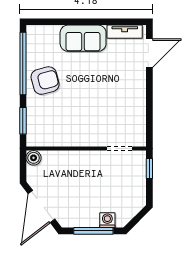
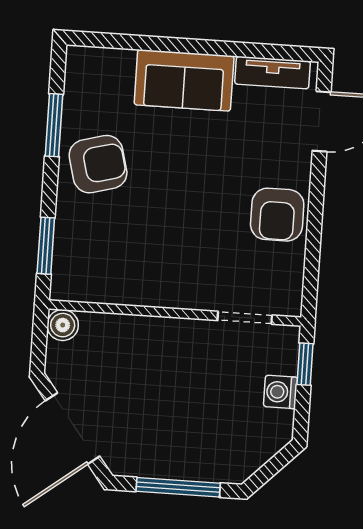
window: (23, 64) -> (54, 125), width x0.47
armchair: (131, 99) -> (277, 215), added
washing machine: (107, 220) -> (280, 392), moved, turned -90

